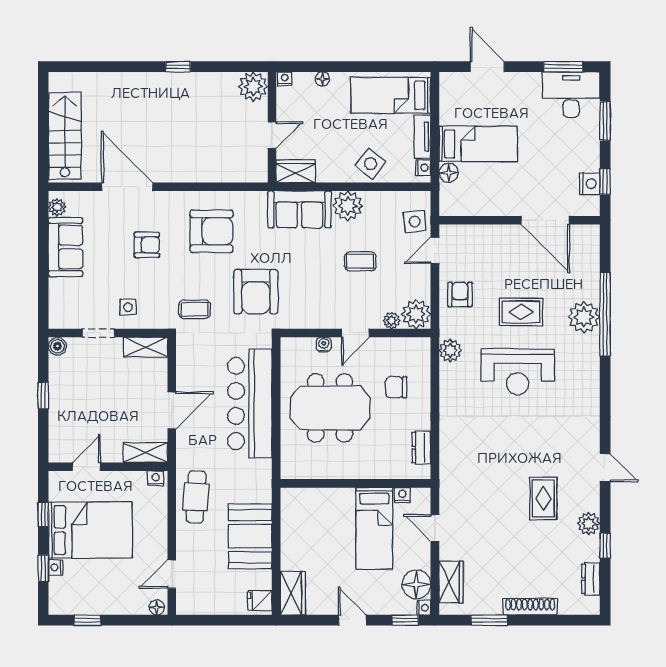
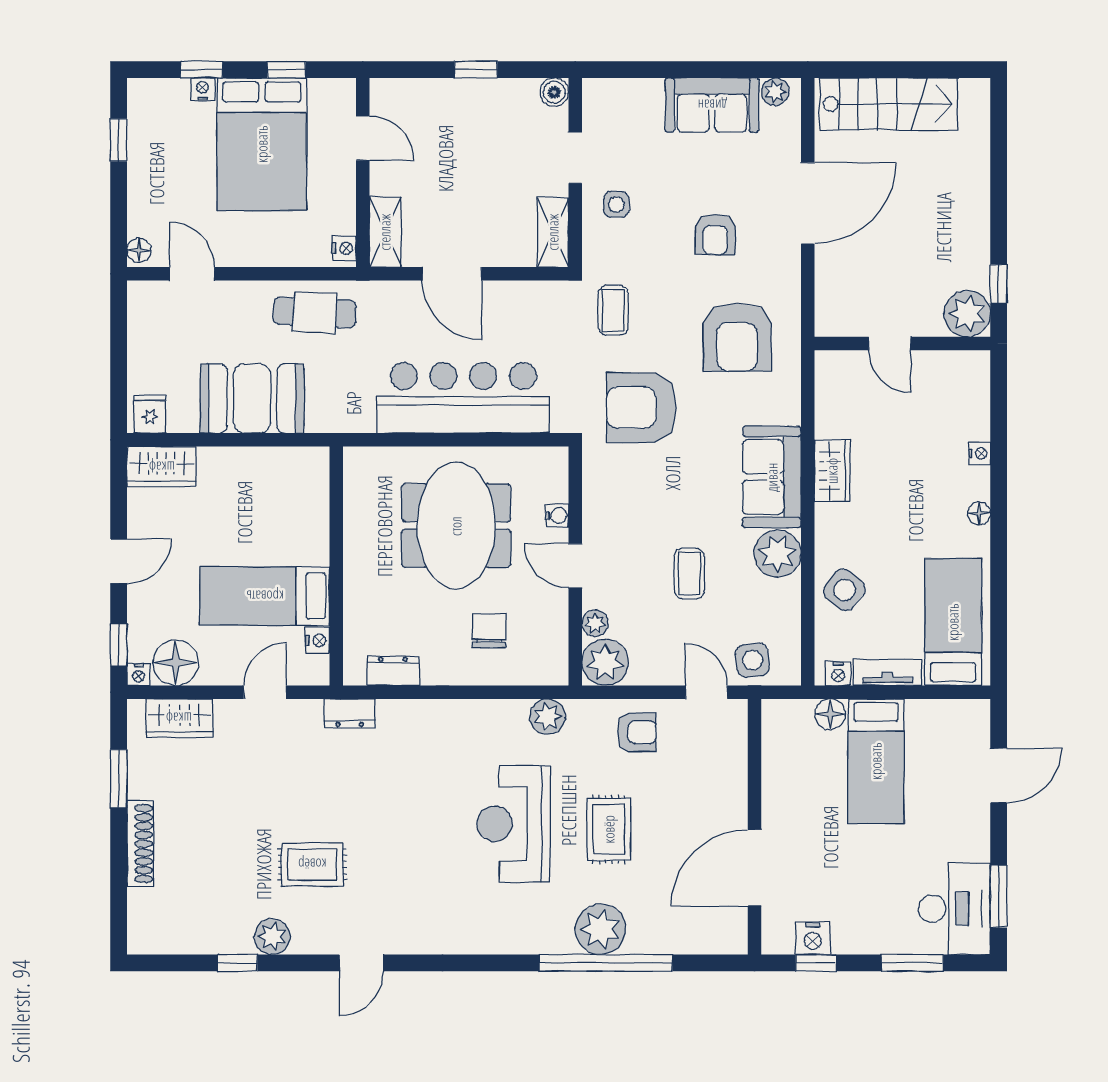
plant: (253, 87) -> (967, 314), moved
wall: (272, 127) -> (902, 344), moved
door: (272, 135) -> (890, 344), moved
dresser: (591, 579) -> (350, 713), moved, turned 180

